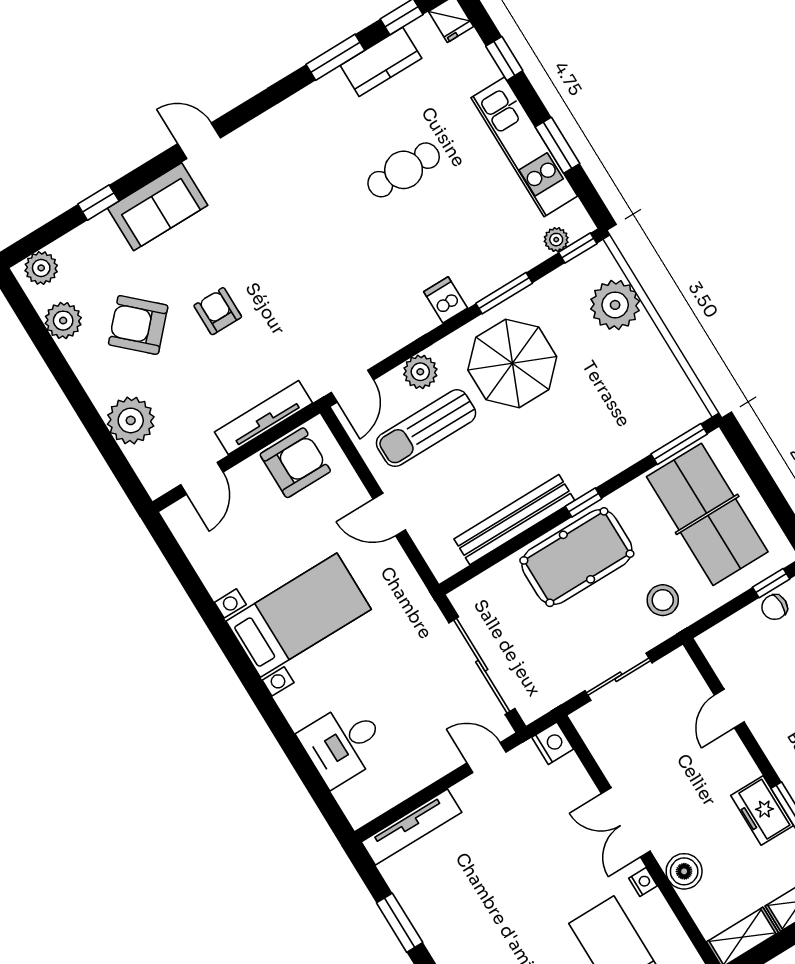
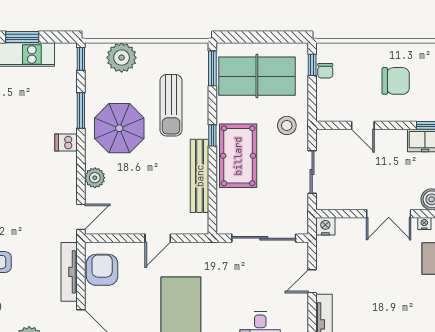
plant: (556, 240) -> (70, 67), removed
door: (352, 386) -> (81, 217), hinge flipped
sun lounger: (426, 428) -> (171, 105), moved
door: (487, 758) -> (312, 281), moved

